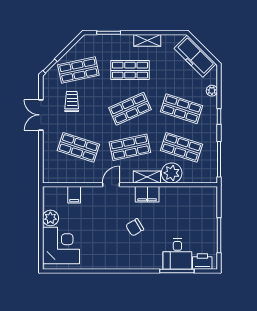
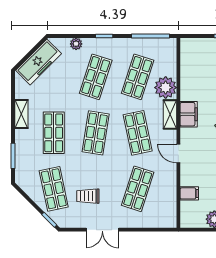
shop shelf: (130, 109) -> (96, 133), turned 33

